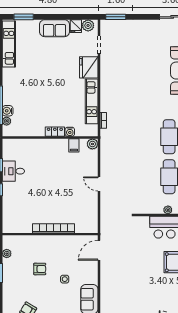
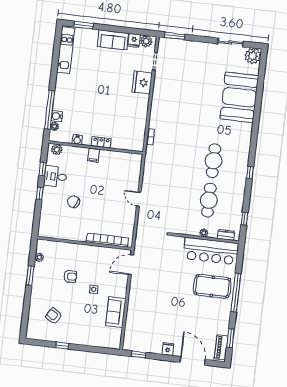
kitchen unit: (92, 101) -> (141, 117), removed
water cooler: (70, 132) -> (77, 140), moved
plant: (92, 144) -> (57, 150), moved
filing cabinet: (74, 145) -> (93, 155), moved
chair: (34, 194) -> (74, 202), added
bookcase: (54, 228) -> (107, 240), moved

